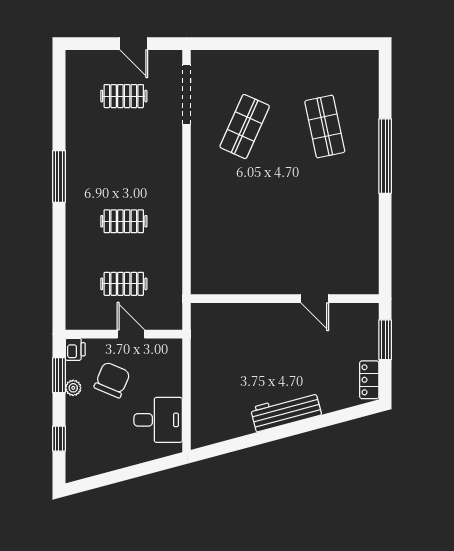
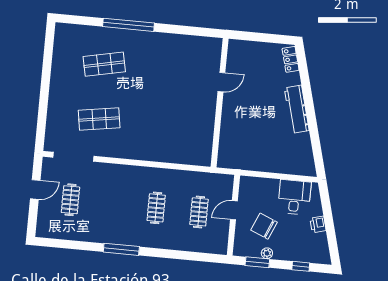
shop shelf: (245, 127) -> (99, 119), turned -33
window: (385, 340) -> (254, 37), removed
printer: (75, 349) -> (318, 224), moved, turned -105
locker: (369, 380) -> (291, 59), moved, turned 75

